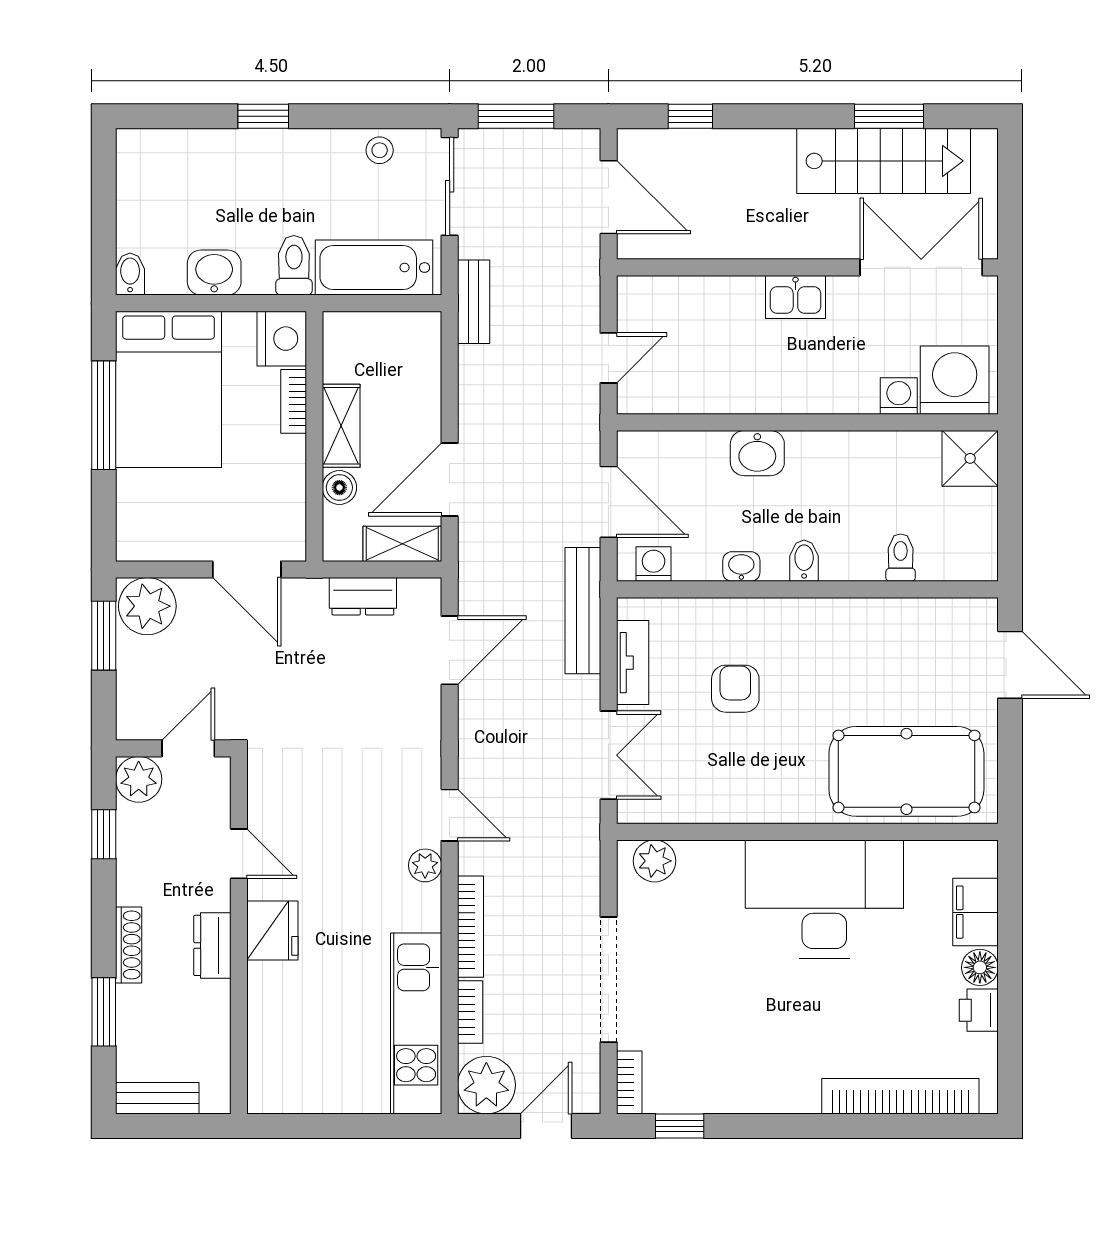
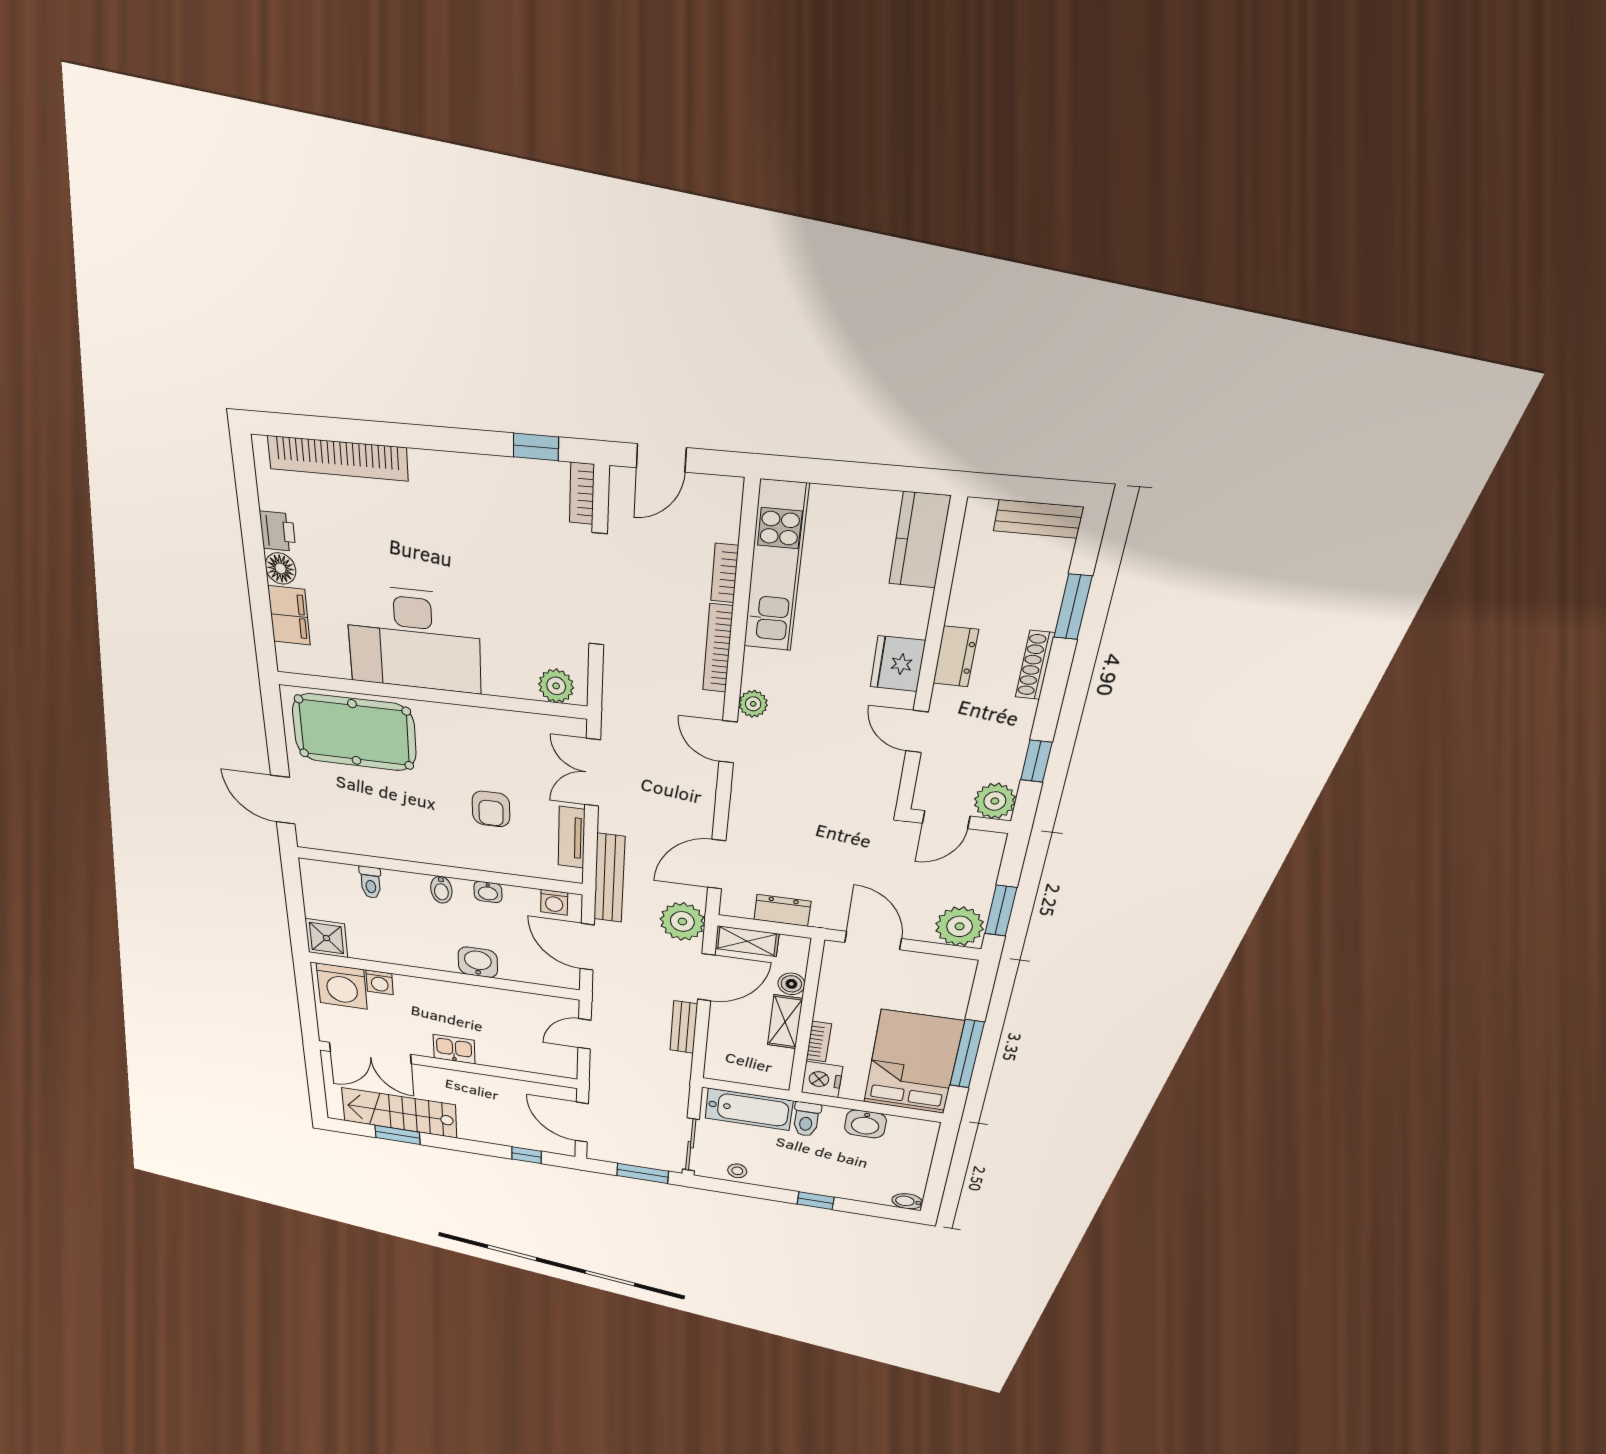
bidet: (130, 274) -> (907, 1201), moved, turned 90
bench: (474, 302) -> (684, 1027), moved
kitchen counter: (271, 1066) -> (920, 540), added
plant: (486, 1085) -> (682, 921), moved

